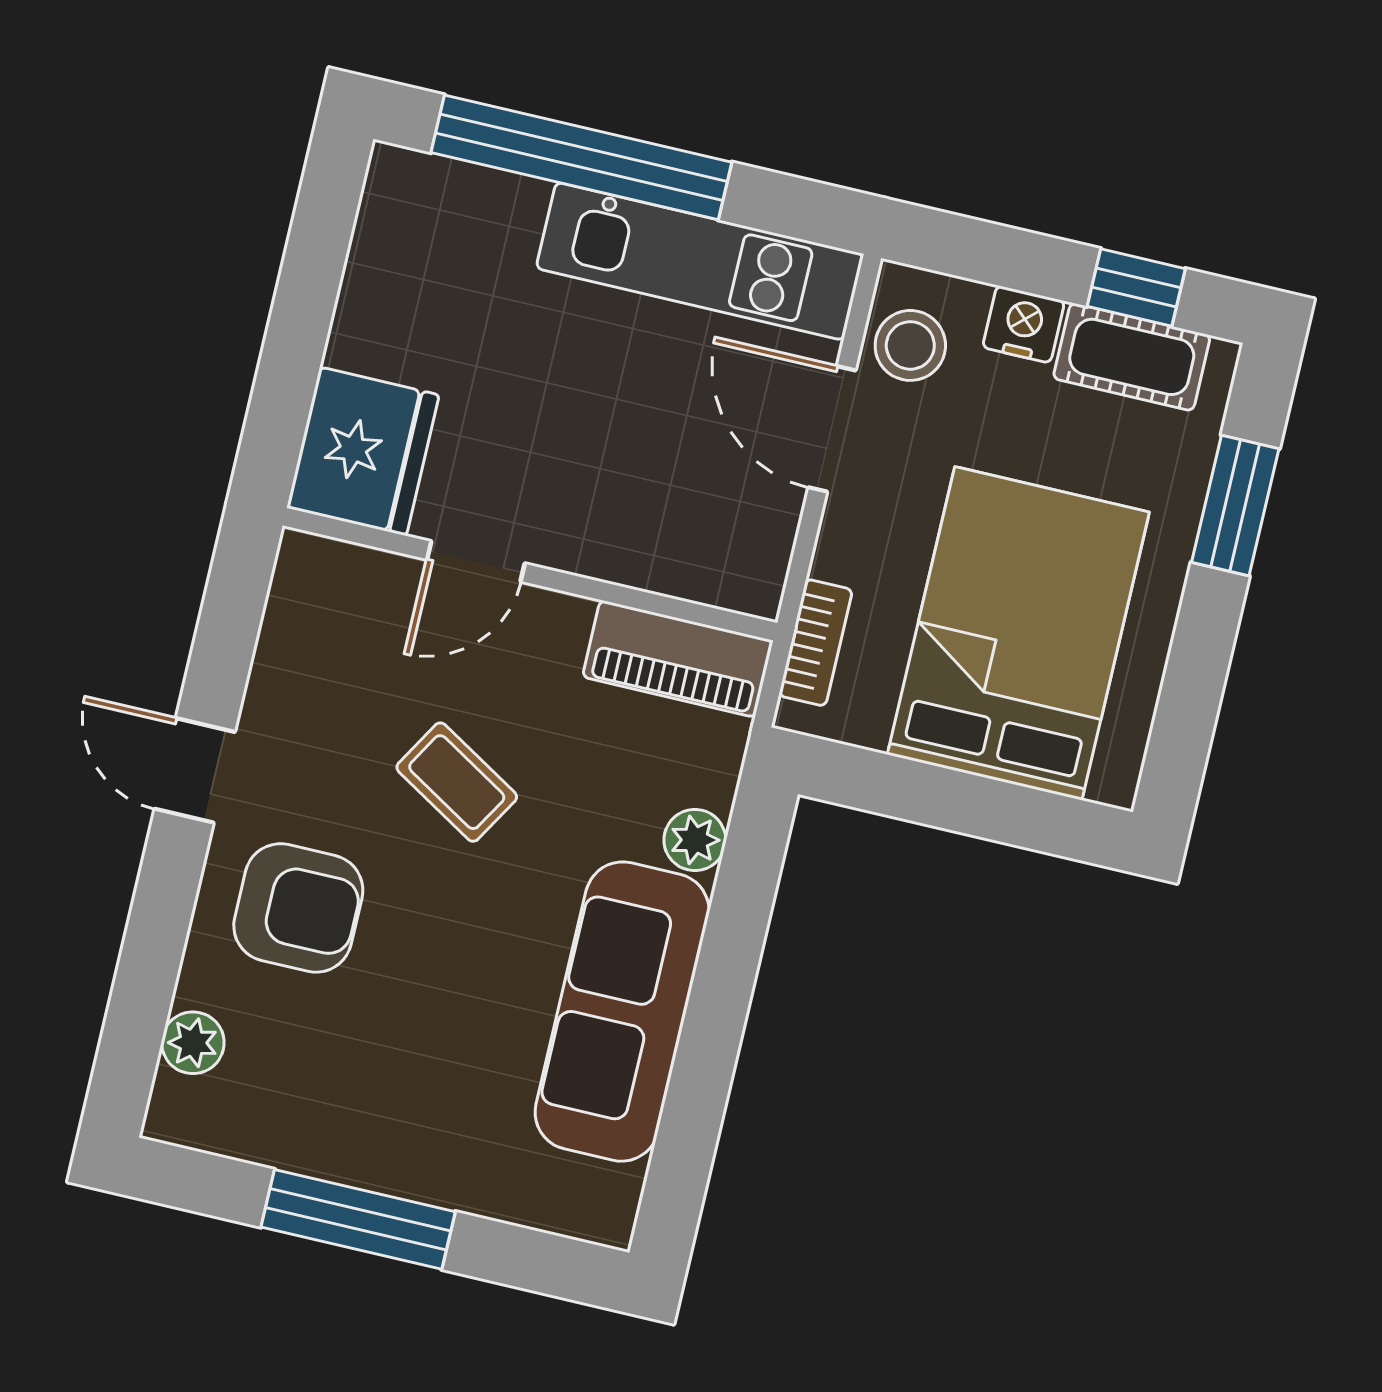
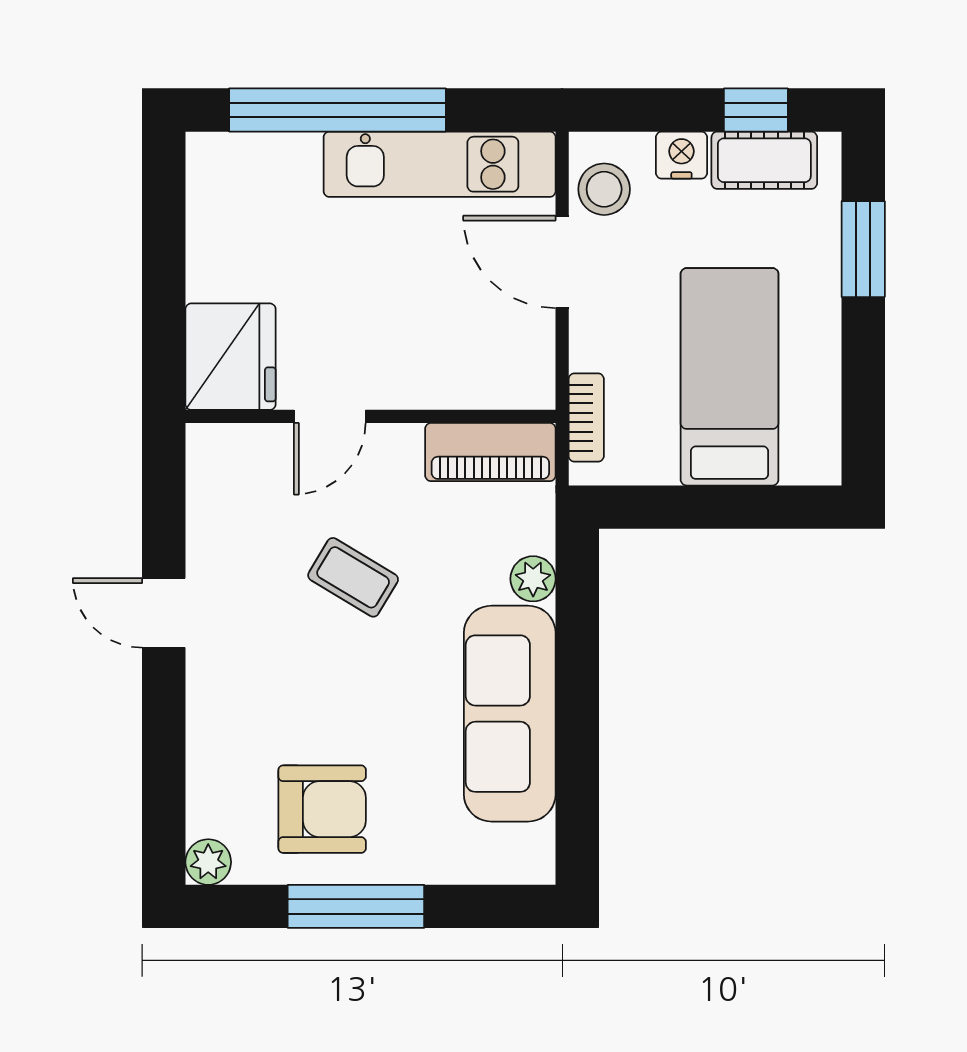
bed: (1018, 633) -> (730, 377), width x0.67
armchair: (298, 908) -> (322, 809), moved
plant: (193, 1043) -> (208, 862), moved

